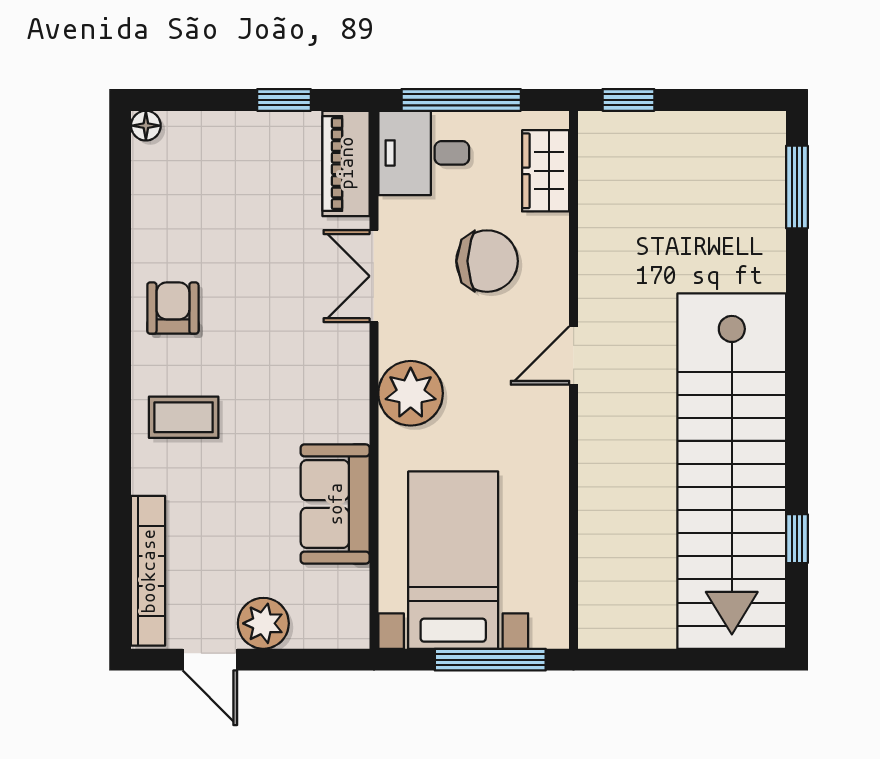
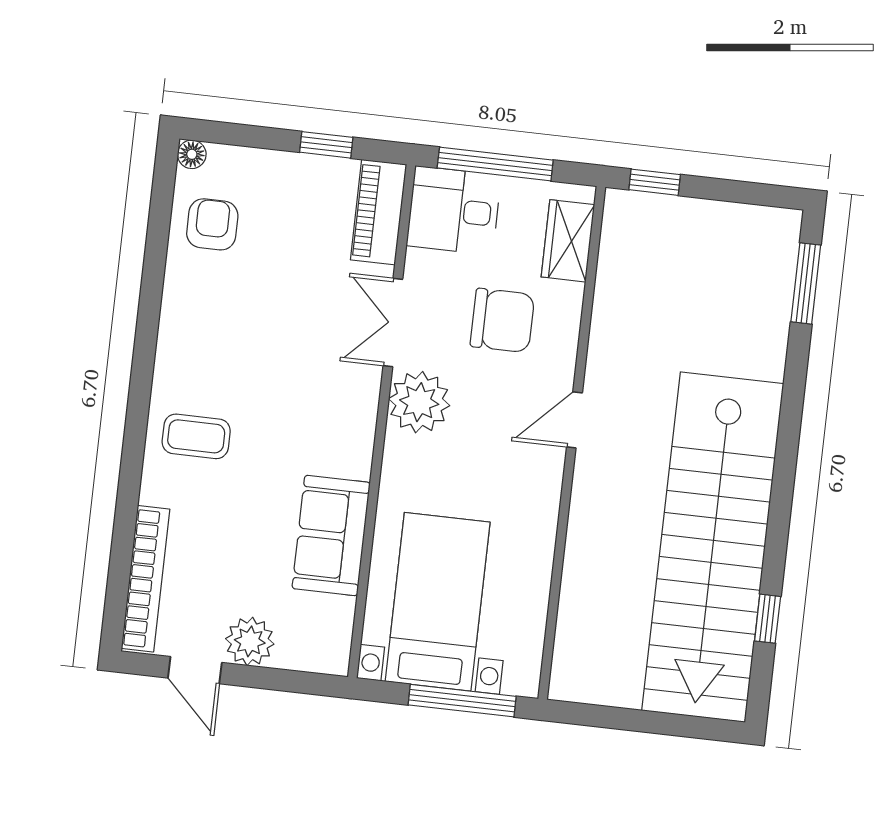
armchair: (173, 308) -> (212, 224), moved
plant: (411, 393) -> (419, 402), moved

